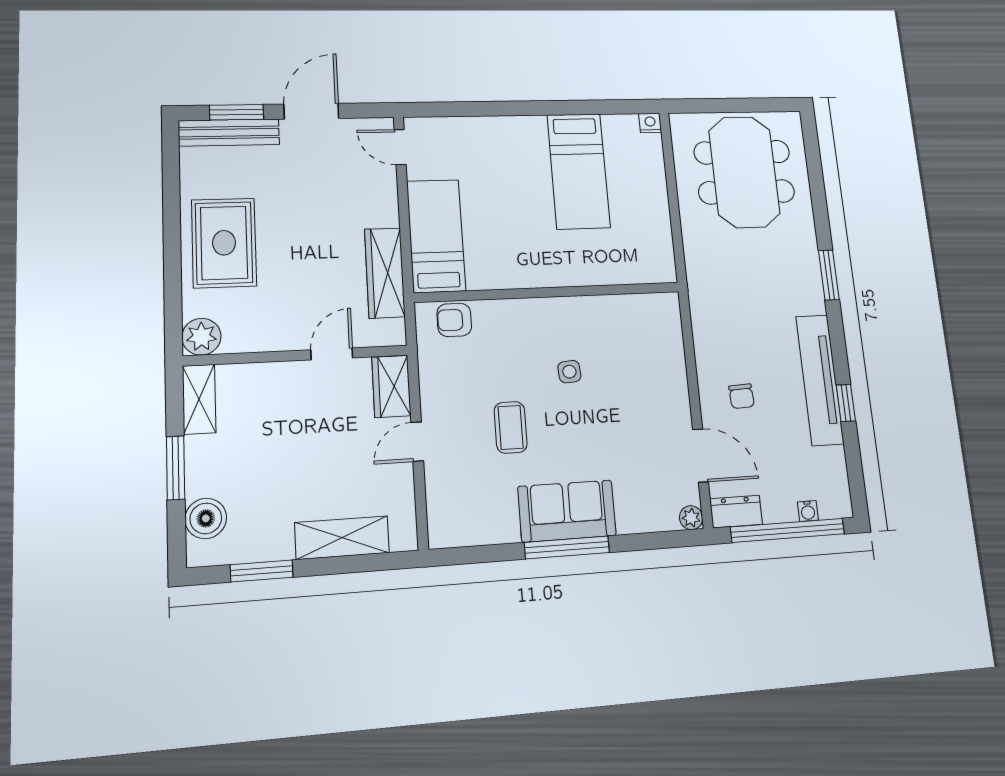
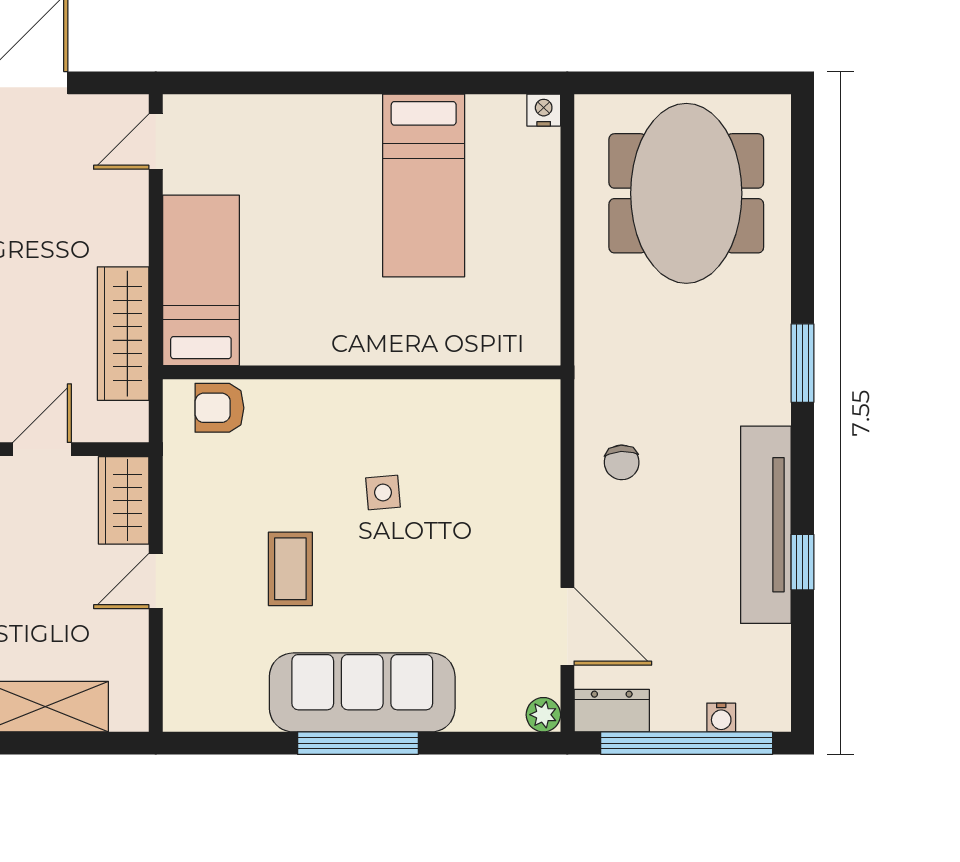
door: (400, 147) -> (156, 141), hinge flipped
chair: (742, 396) -> (622, 462), moved
sofa: (567, 511) -> (362, 692), width x1.36

